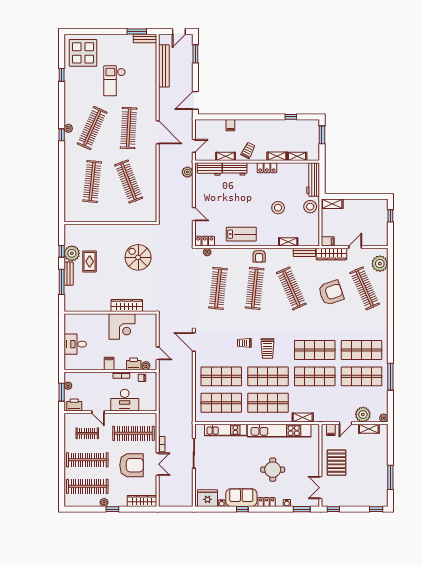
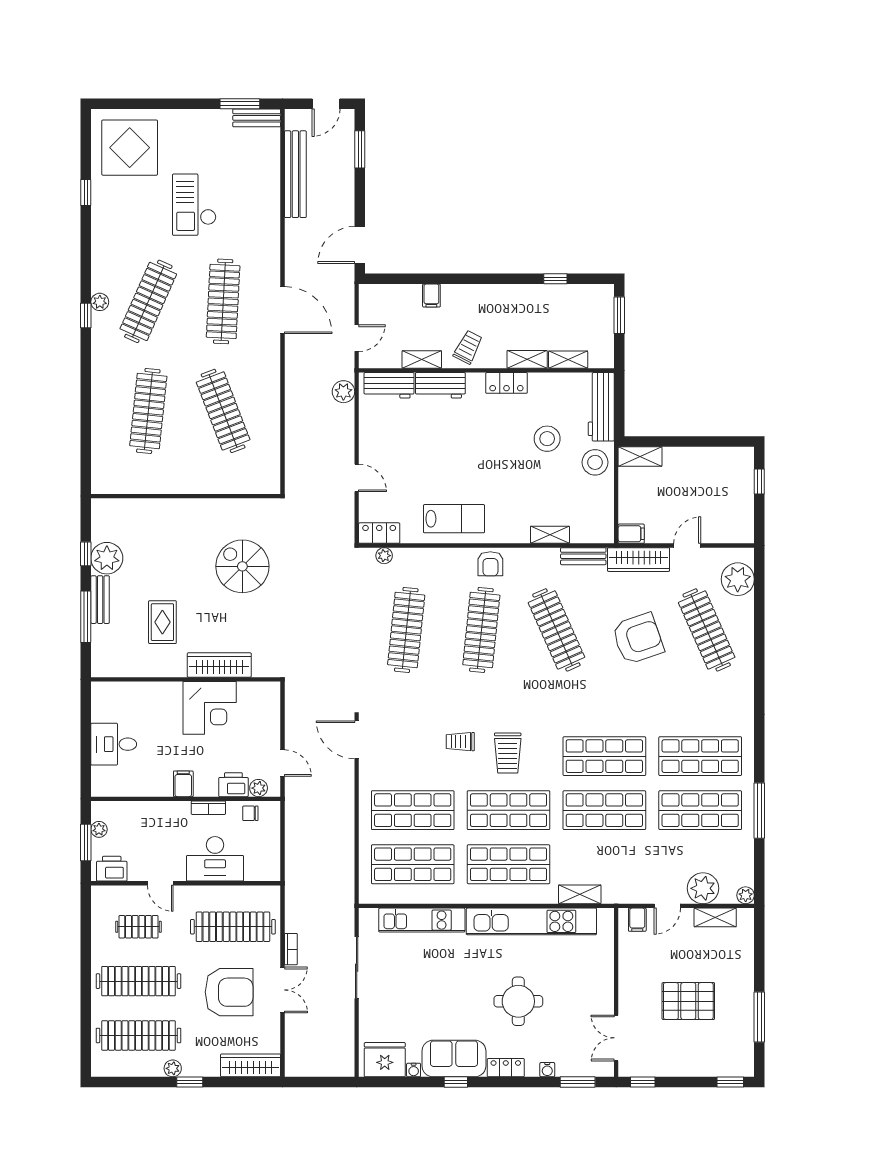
stool: (278, 208) -> (547, 439), moved
rug: (90, 261) -> (162, 622), moved
pallet: (337, 463) -> (688, 1001), moved, turned 90

